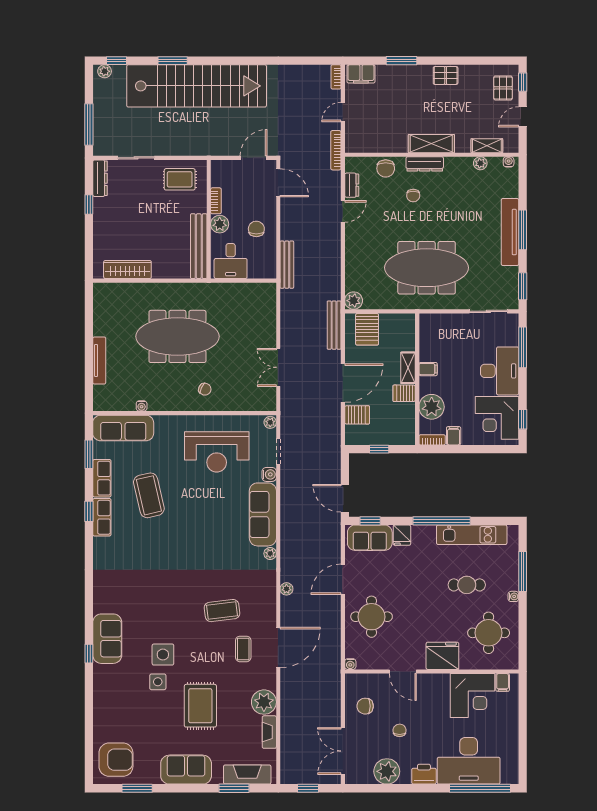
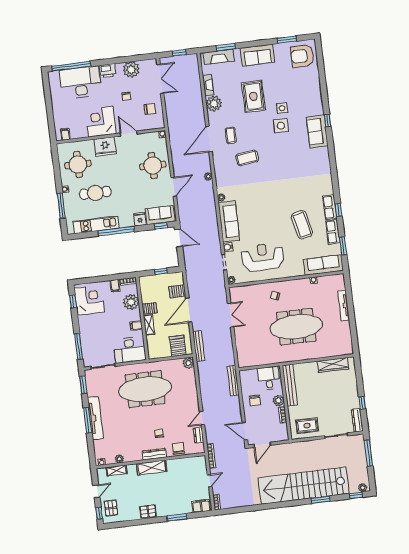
desk: (500, 371) -> (130, 350), moved, turned -90
cafe table: (467, 585) -> (95, 193), width x1.37, depth x1.35
corner desk: (472, 696) -> (101, 122), moved

